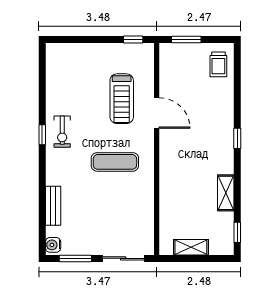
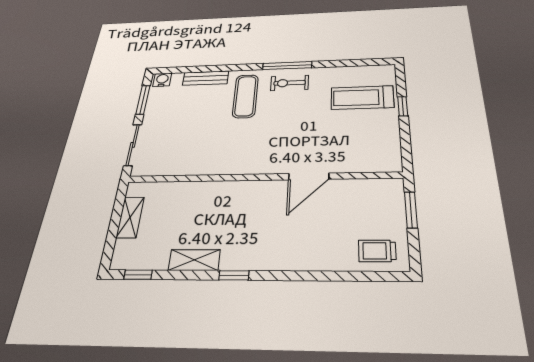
window: (133, 40) -> (403, 106), moved
treadmill: (122, 99) -> (362, 98), moved
window: (42, 135) -> (287, 66), width x2.17
window: (237, 138) -> (234, 275), moved
exercise mat: (115, 162) -> (245, 96), moved

